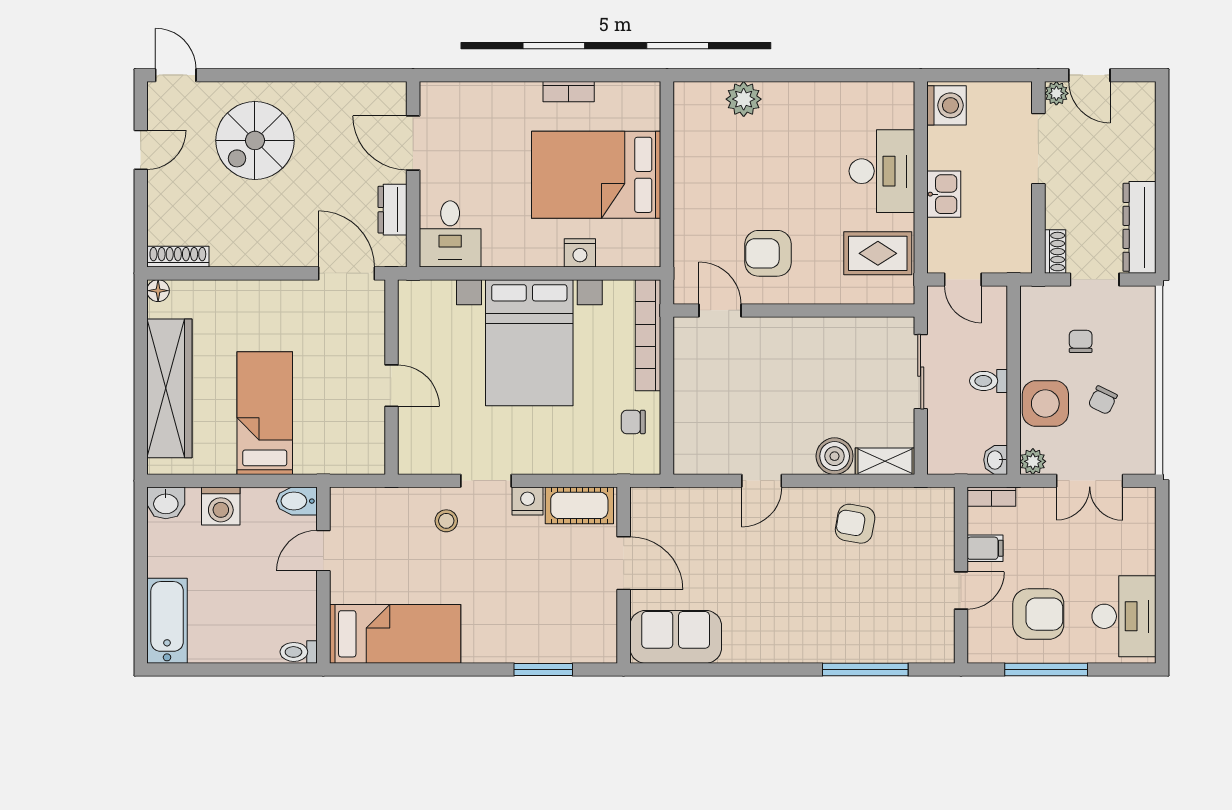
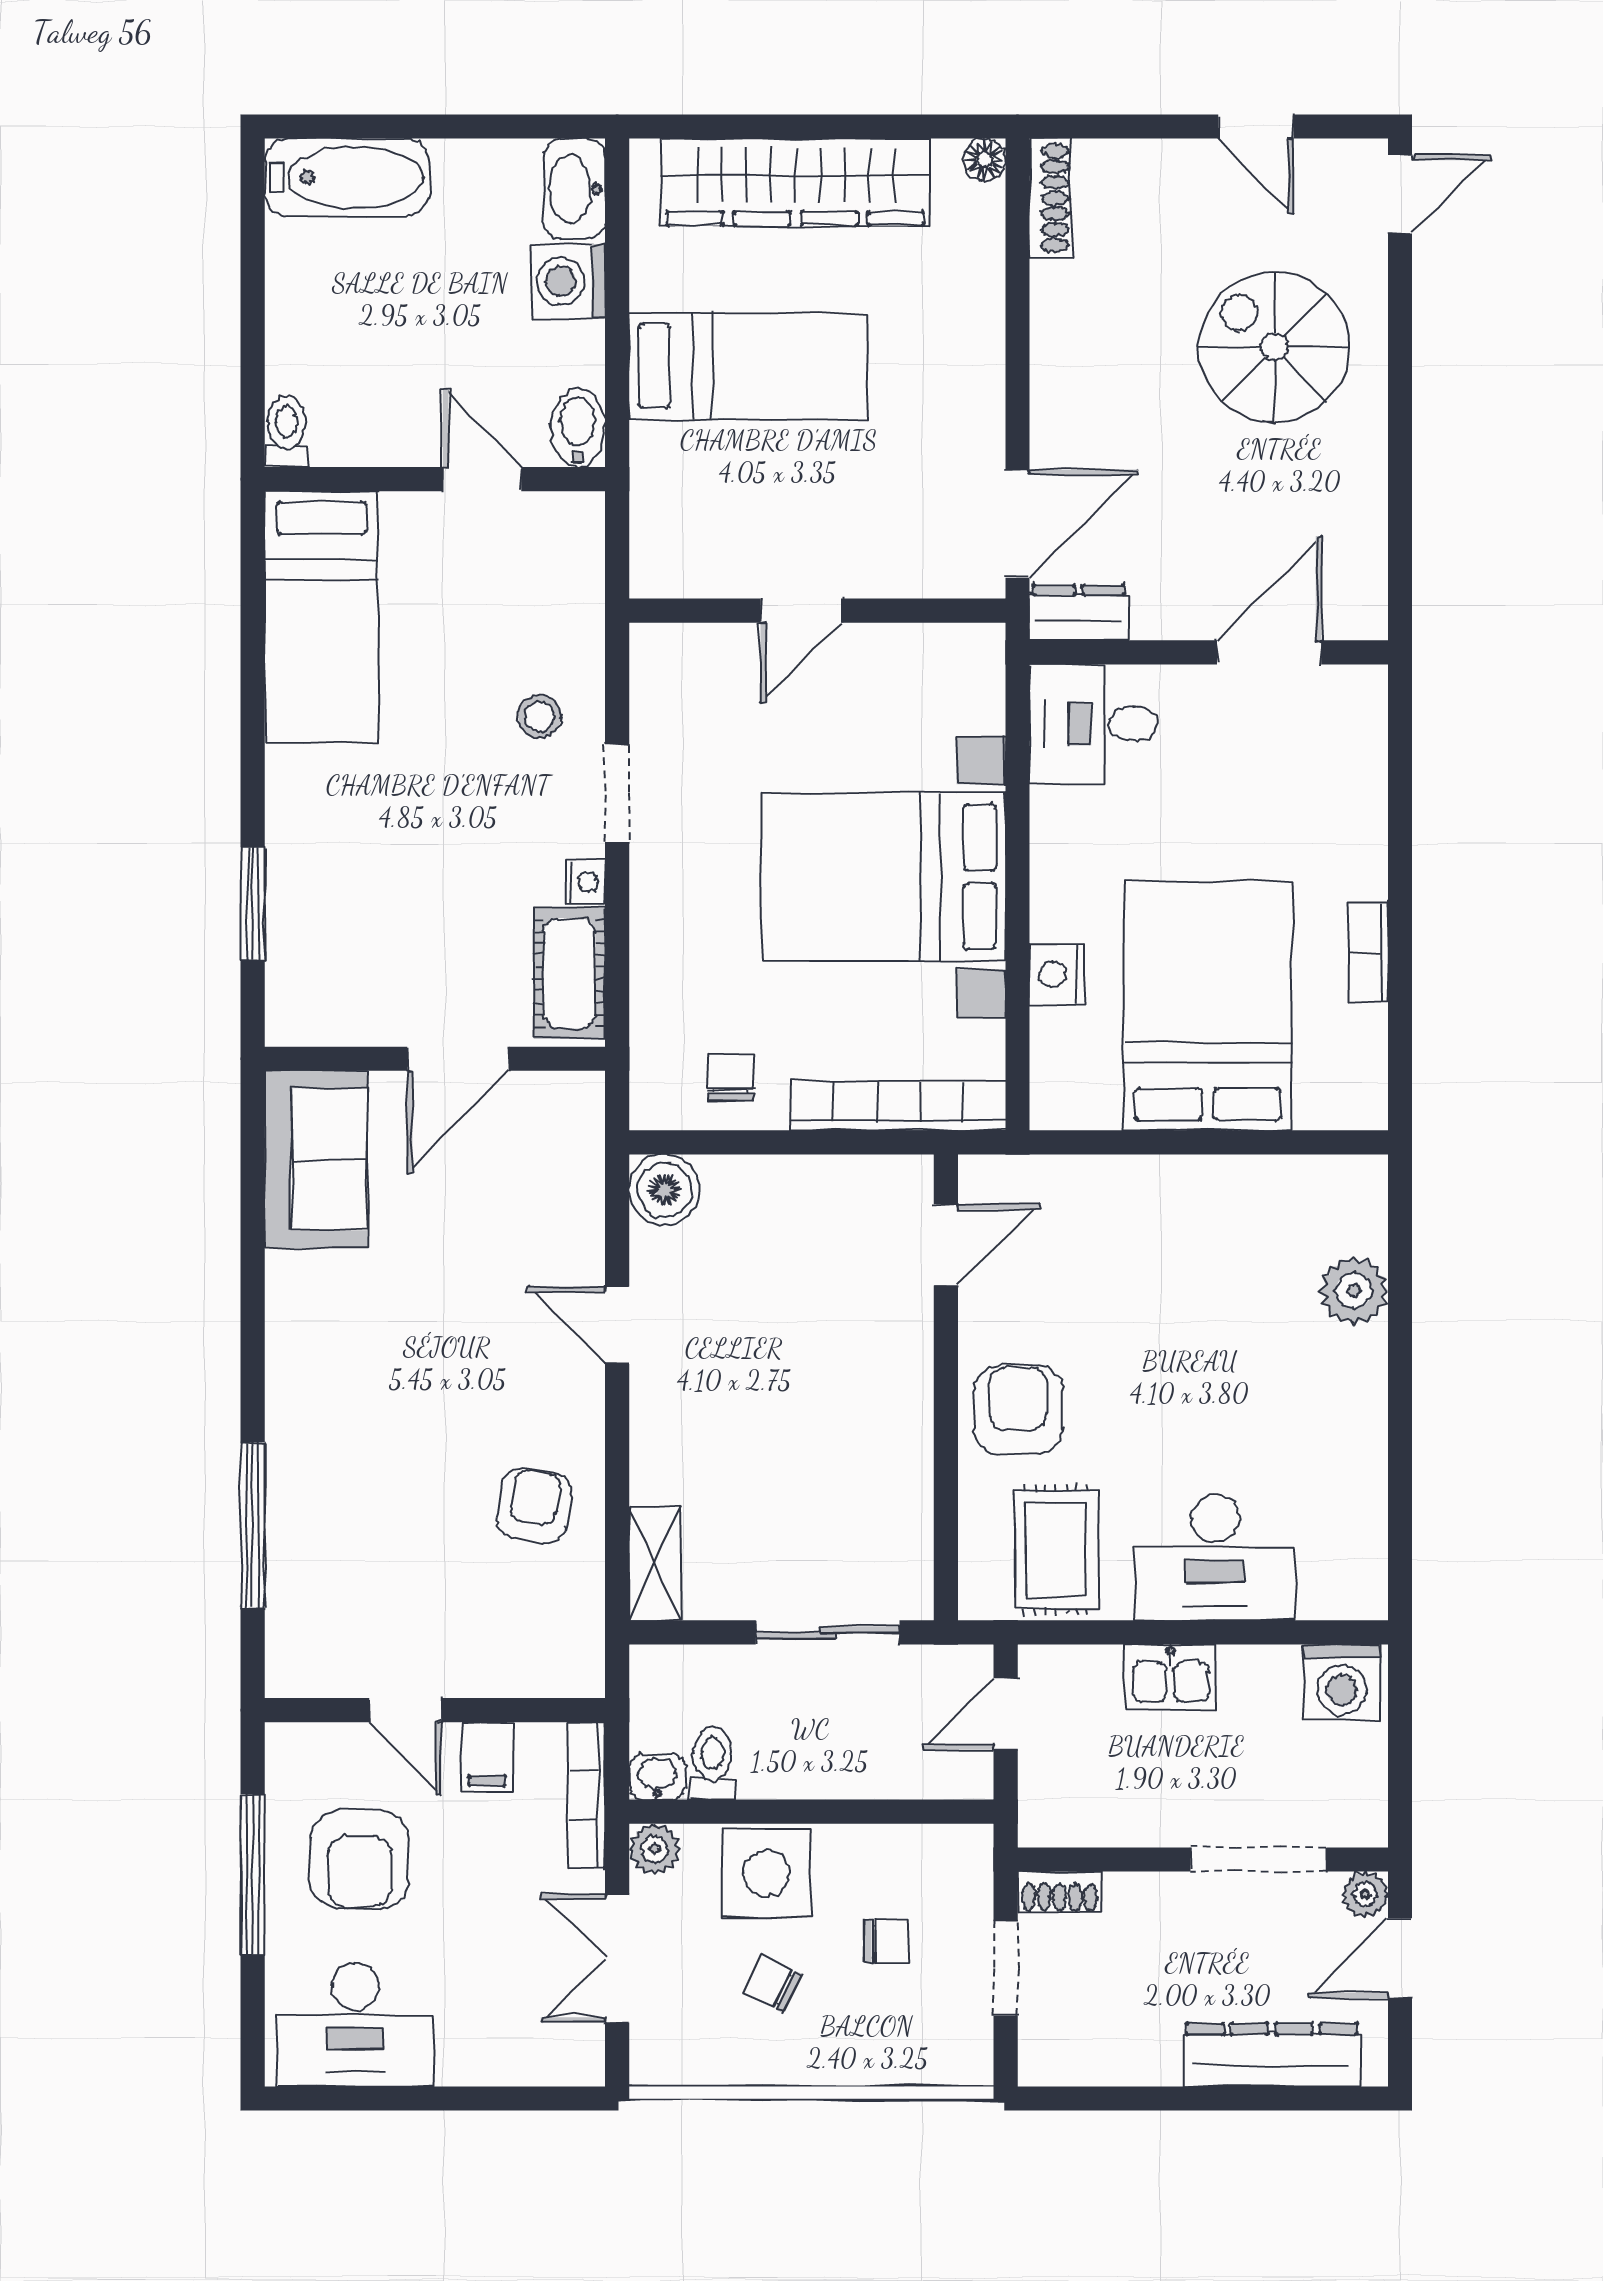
dresser: (393, 210) -> (1079, 613), moved
dresser: (1140, 227) -> (1272, 2055), moved
armchair: (768, 253) -> (1018, 1409), moved
toilet: (989, 381) -> (712, 1763), moved
boiler: (835, 456) -> (665, 1190), moved
bookcase: (991, 497) -> (586, 1795), width x1.56
nightstand: (528, 501) -> (585, 882), width x0.72, depth x0.74
washbasin: (166, 503) -> (574, 189), width x1.38

